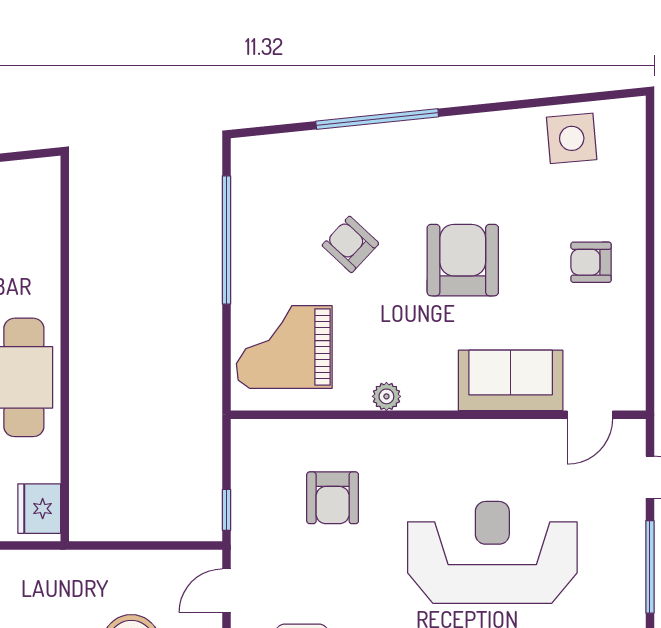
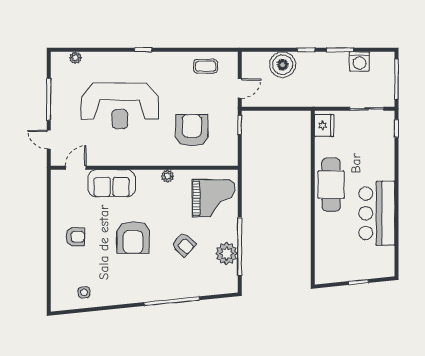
side table: (572, 138) -> (84, 292), width x0.54, depth x0.54
plant: (256, 225) -> (227, 253), added
armchair: (333, 498) -> (192, 130), width x1.36, depth x1.36

